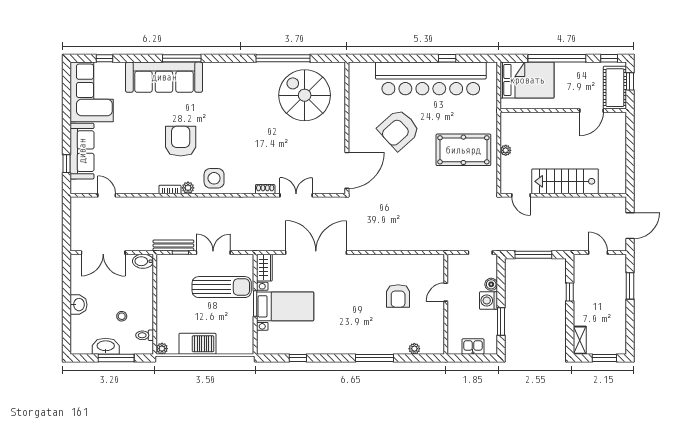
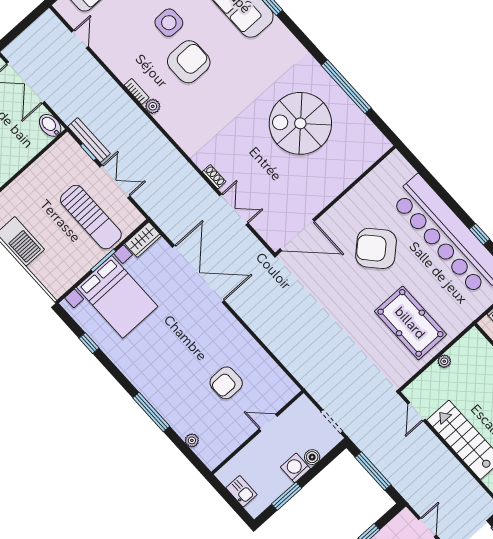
spiral stairs: (305, 95) -> (300, 123), moved, turned -90
side table: (214, 178) -> (169, 23), moved
bed with nightstands: (285, 306) -> (117, 297), width x1.36

